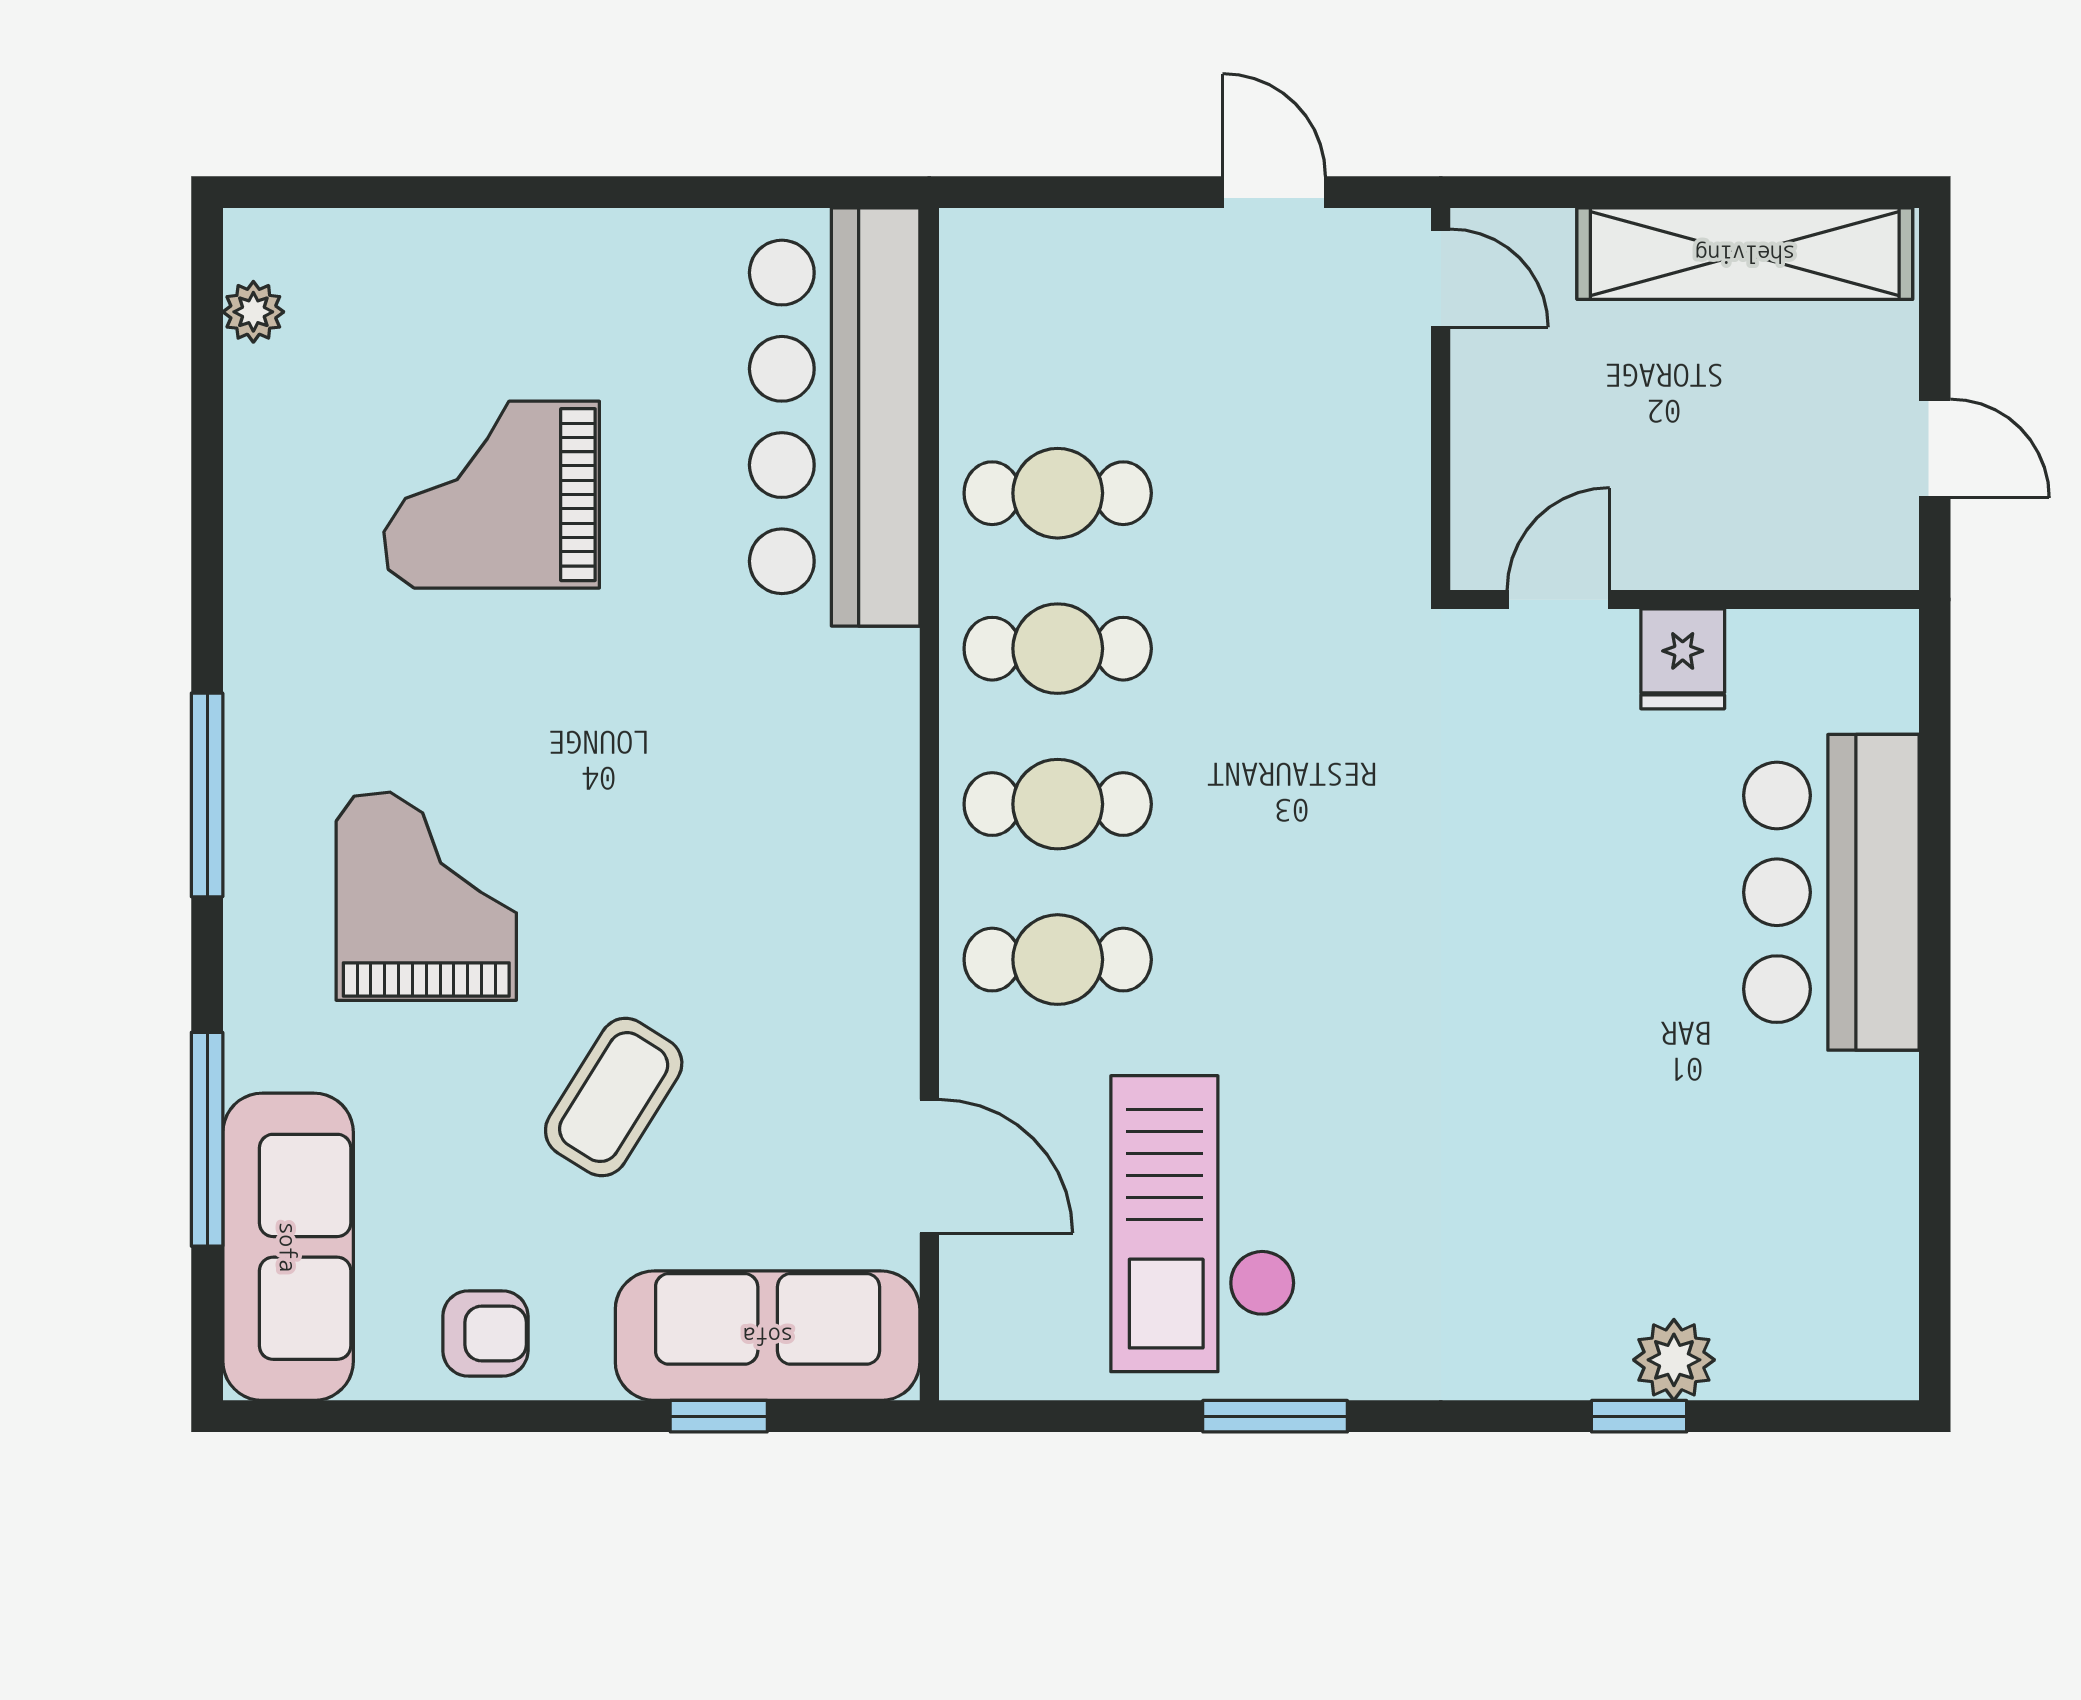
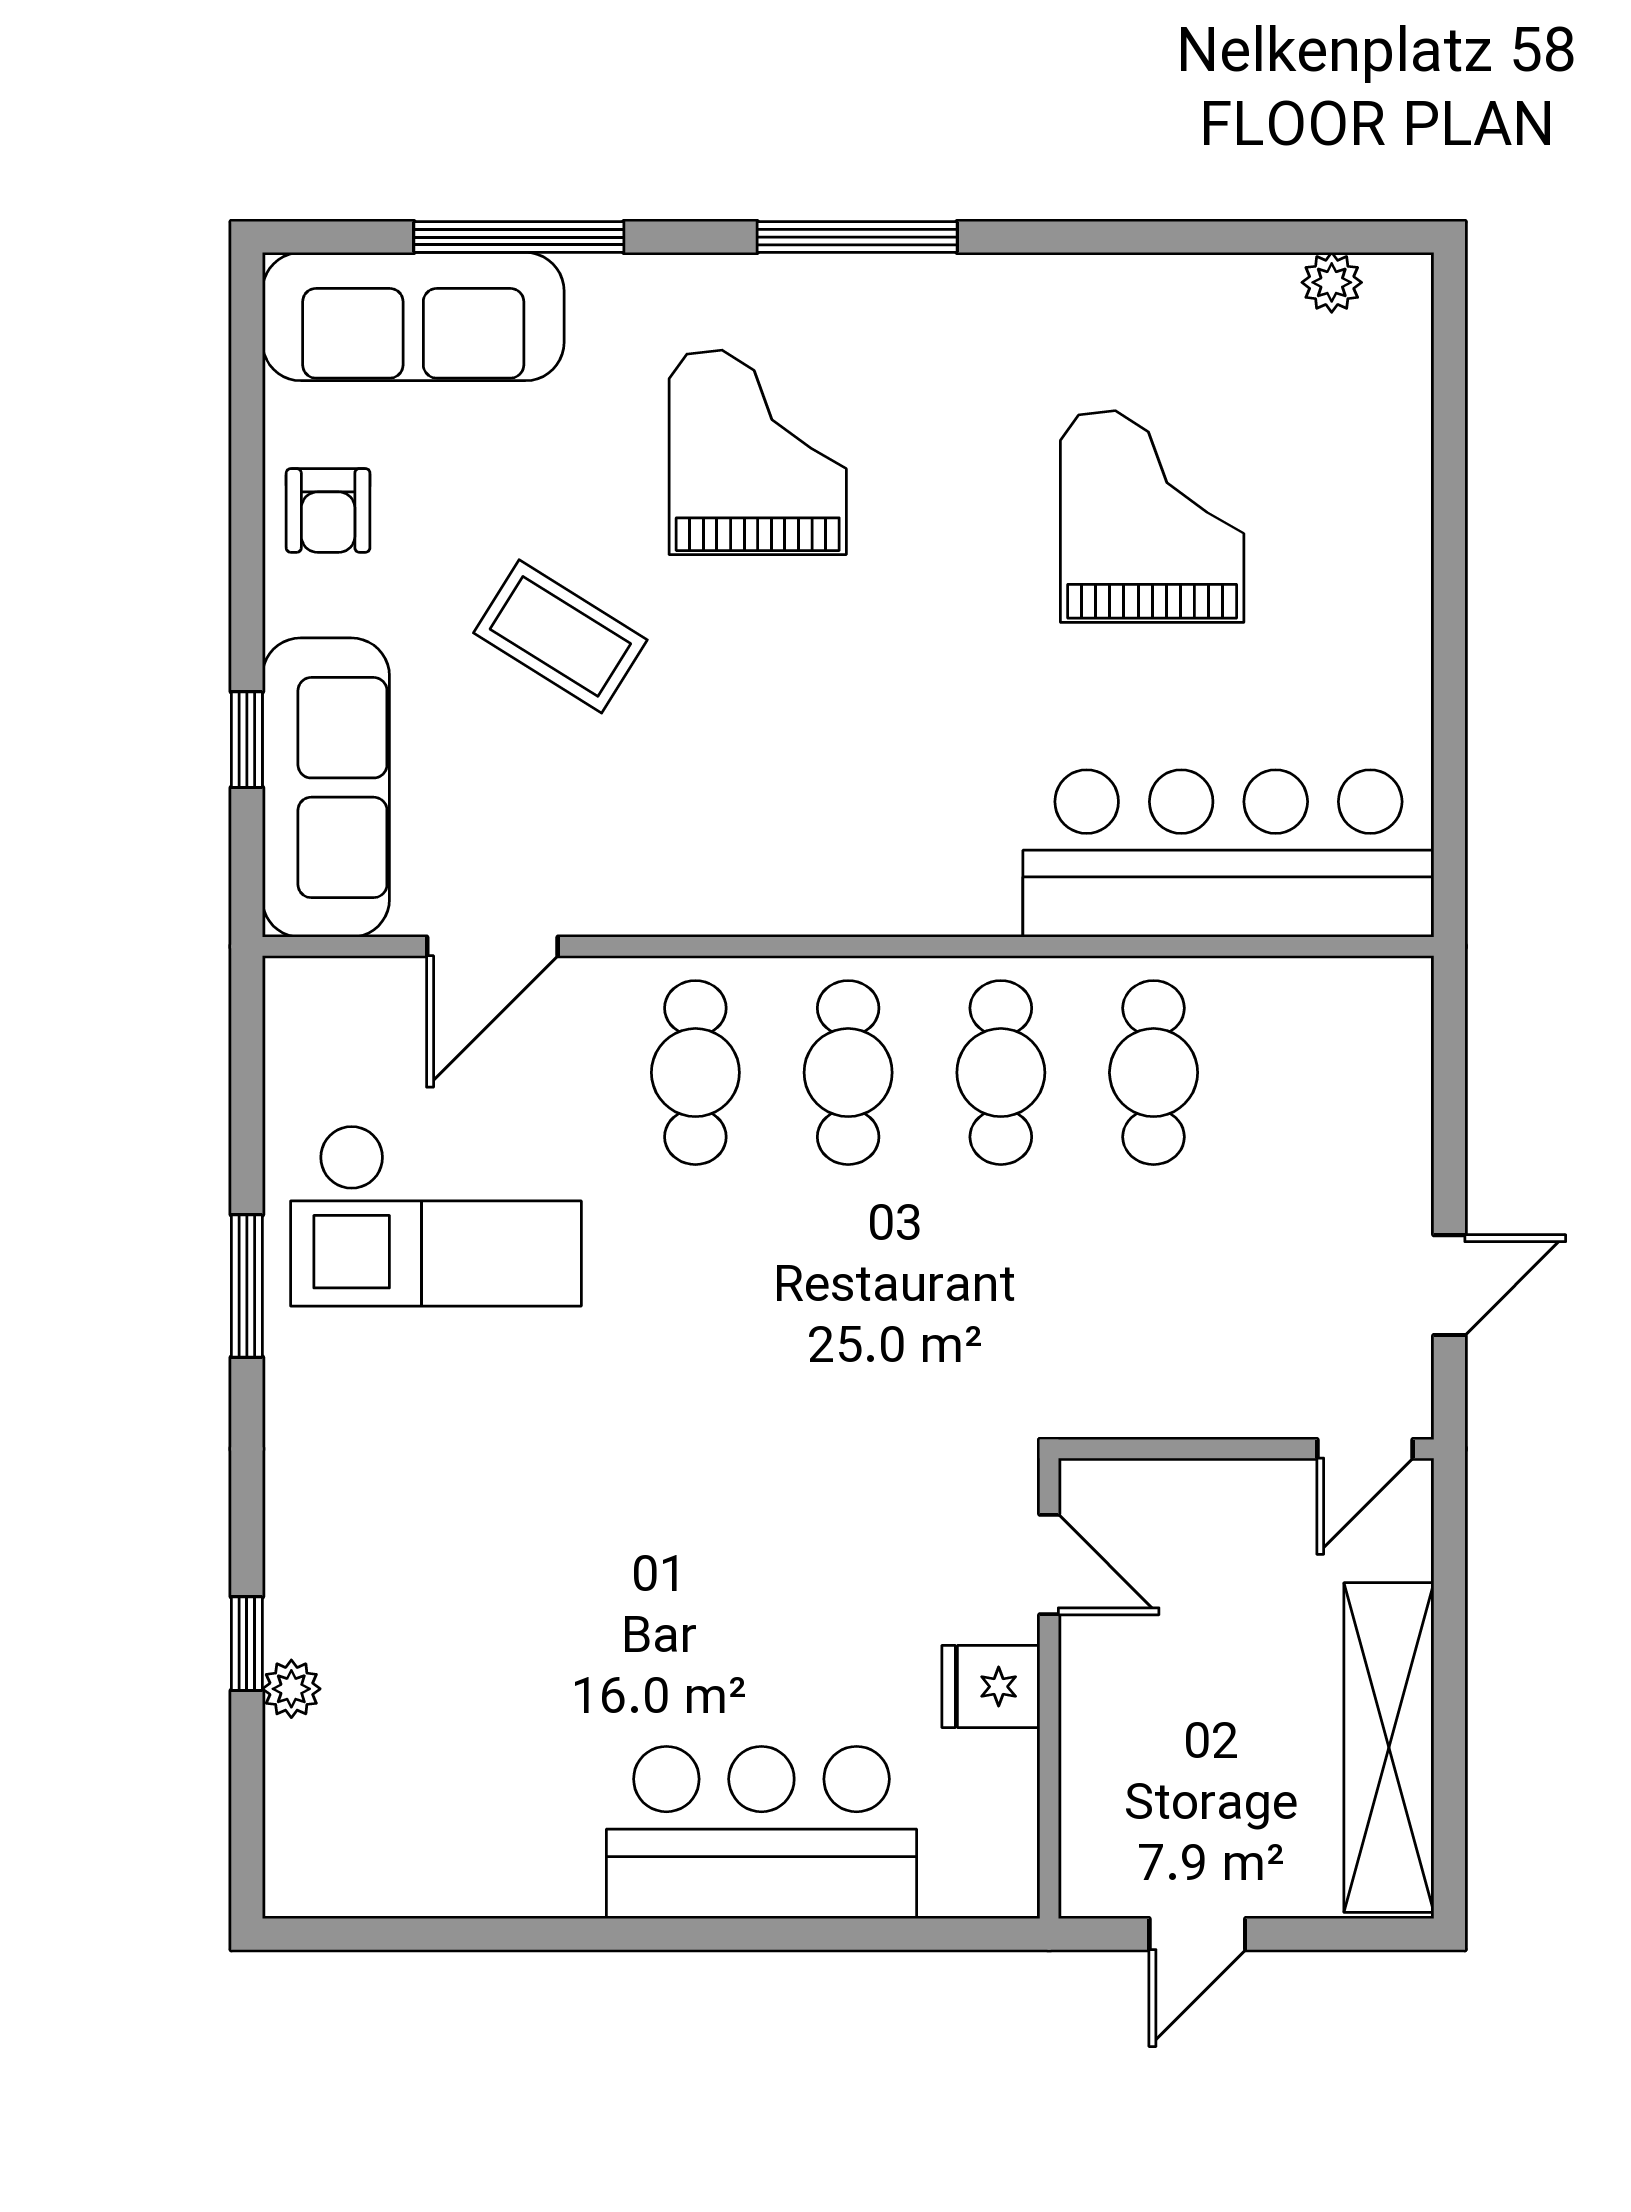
grand piano: (426, 896) -> (758, 452), turned -90
checkout: (1203, 1224) -> (436, 1215), turned 180
plant: (1674, 1360) -> (291, 1689), width x0.73, depth x0.73

